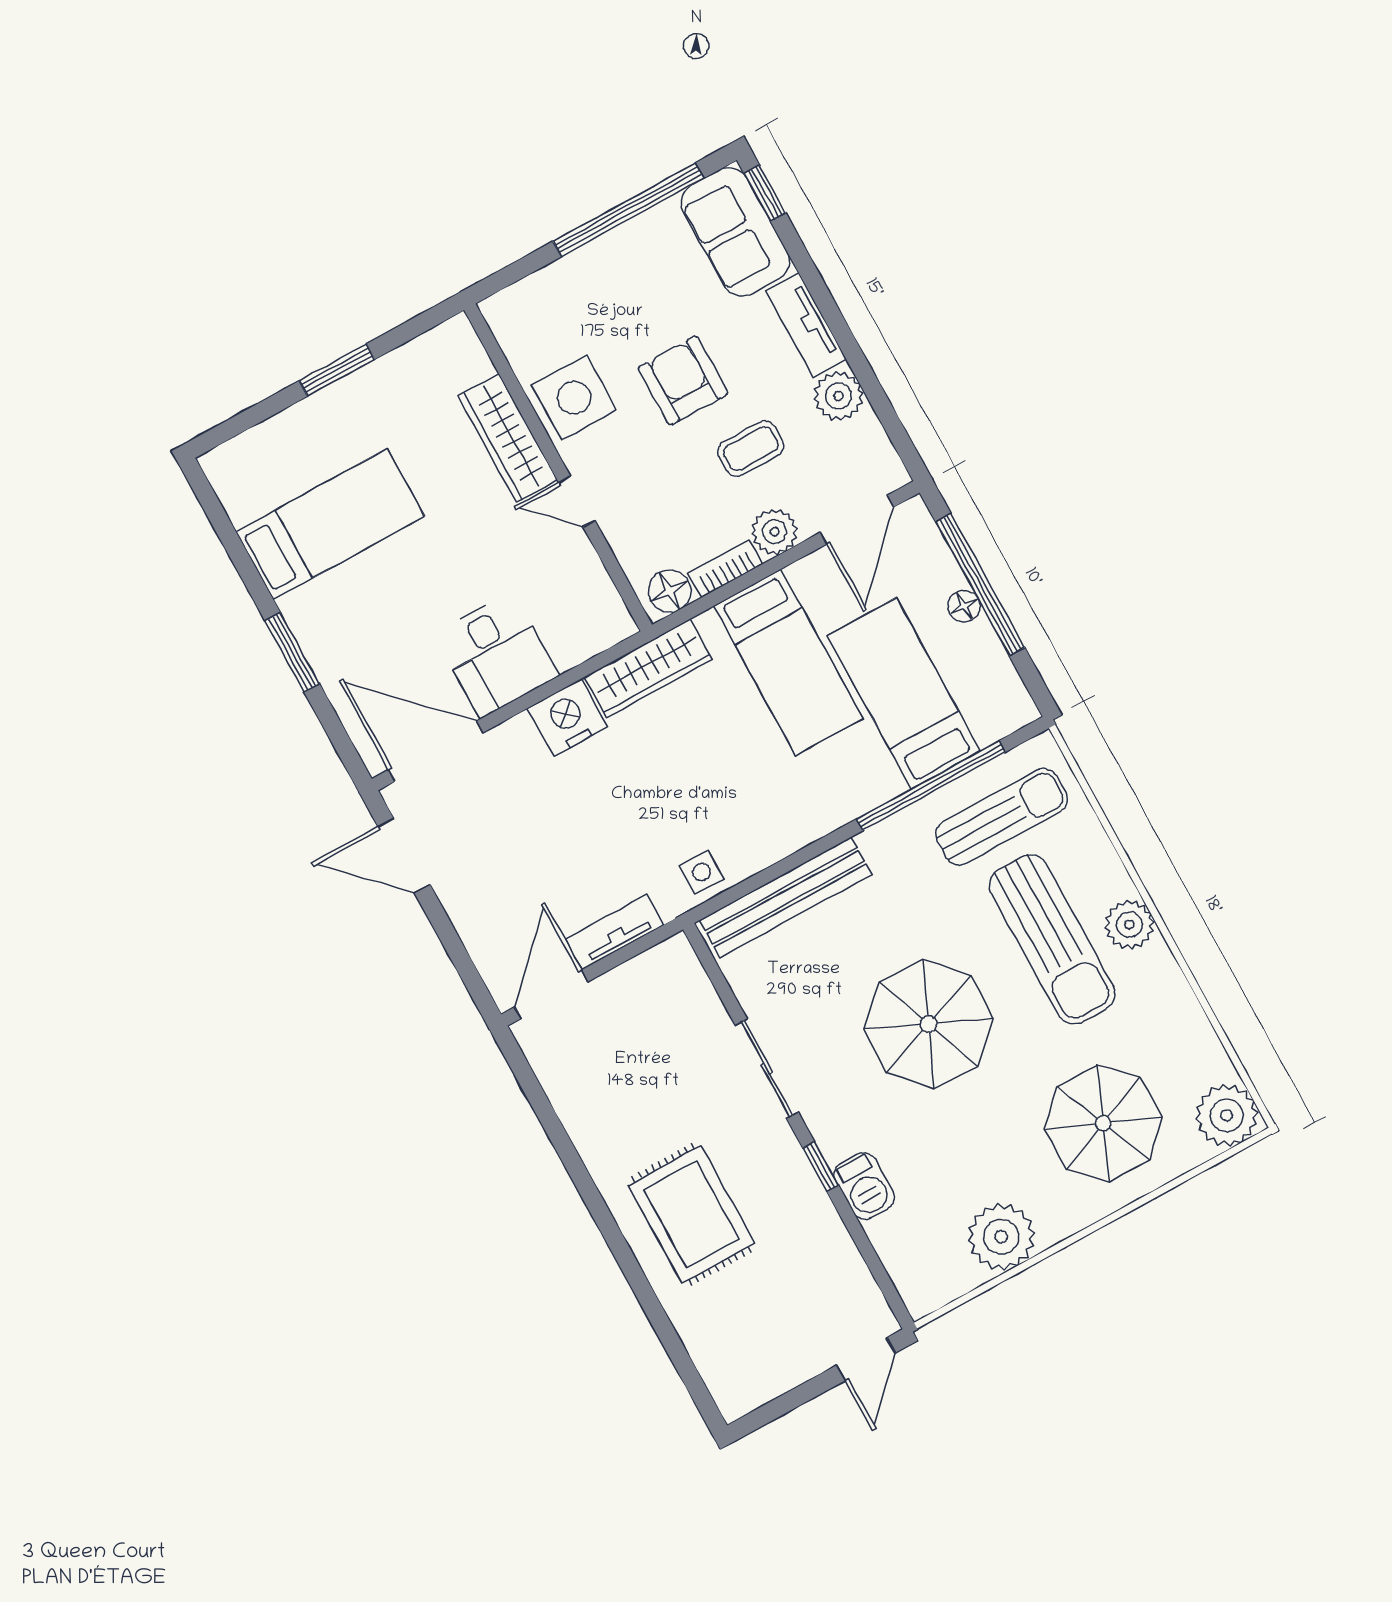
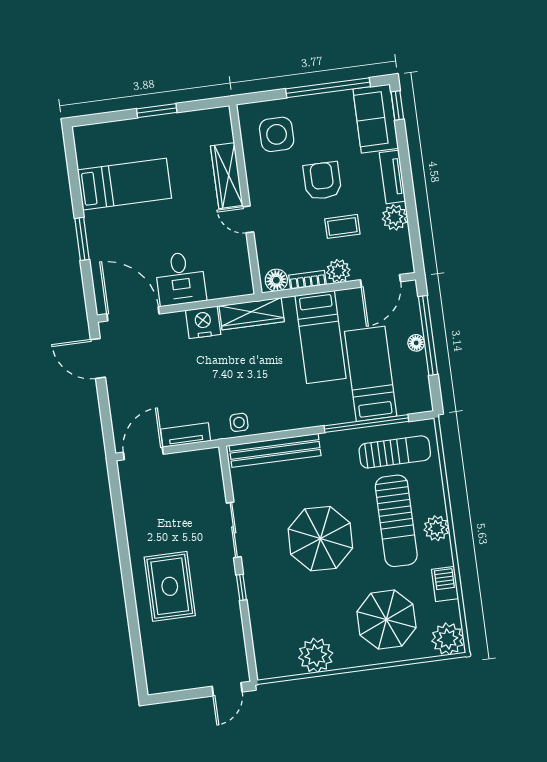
side table: (574, 398) -> (277, 134), moved
barbecue: (864, 1186) -> (445, 584), moved, turned 180

